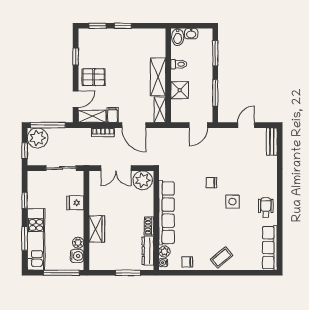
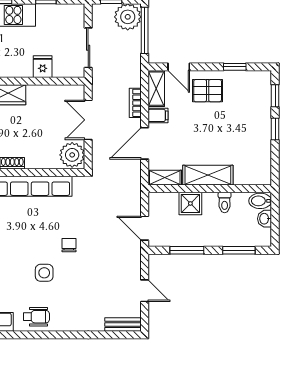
pallet: (94, 77) -> (208, 91), turned 90

